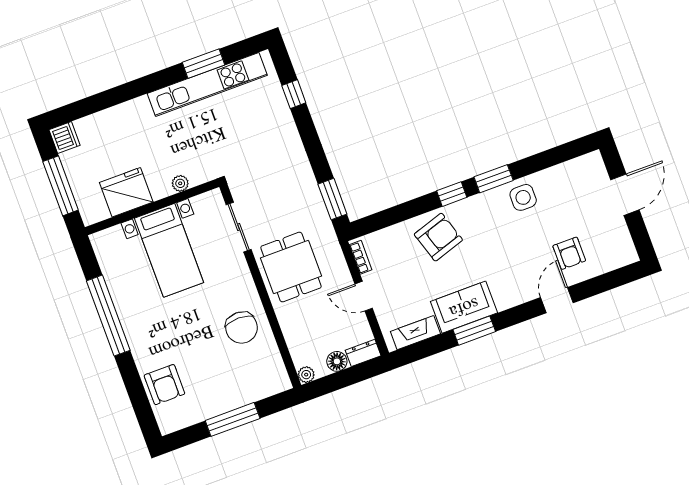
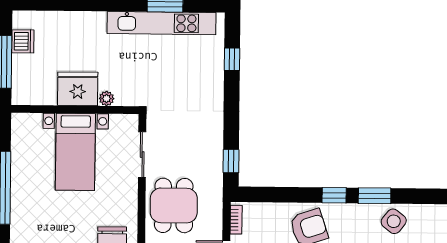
dishwasher: (65, 137) -> (23, 41), moved
fridge: (126, 192) -> (78, 89), moved
side table: (523, 197) -> (394, 221), turned 38
window: (332, 199) -> (231, 161), width x0.67

